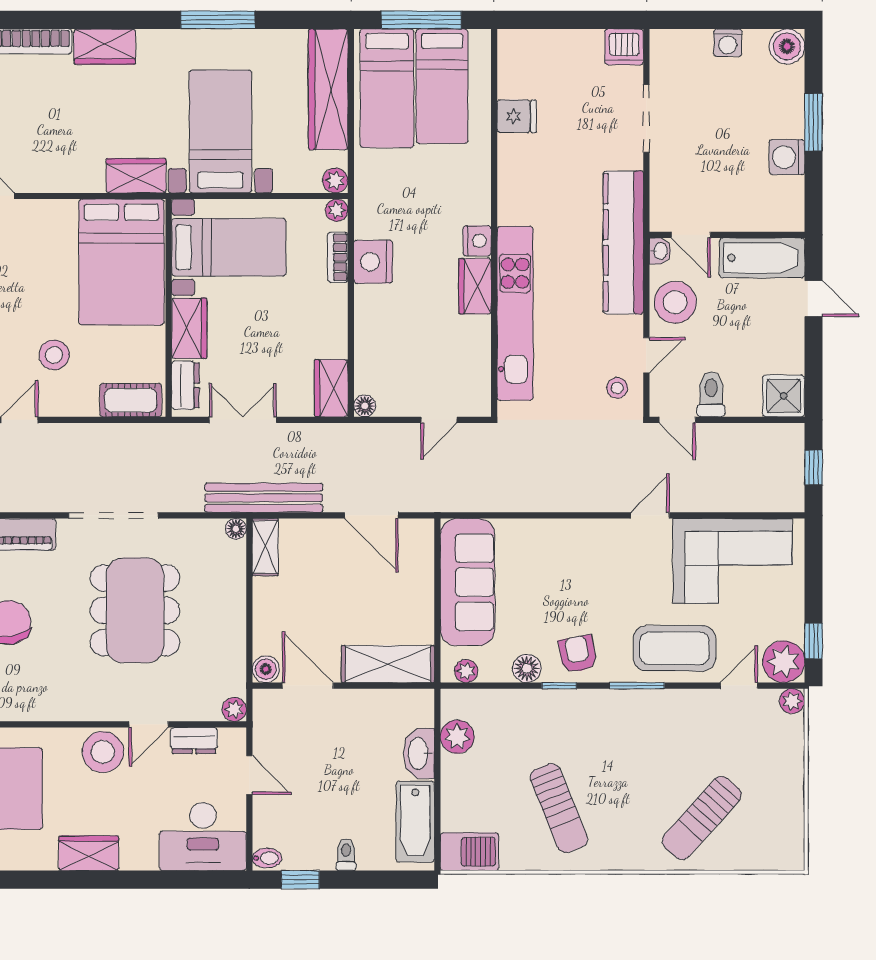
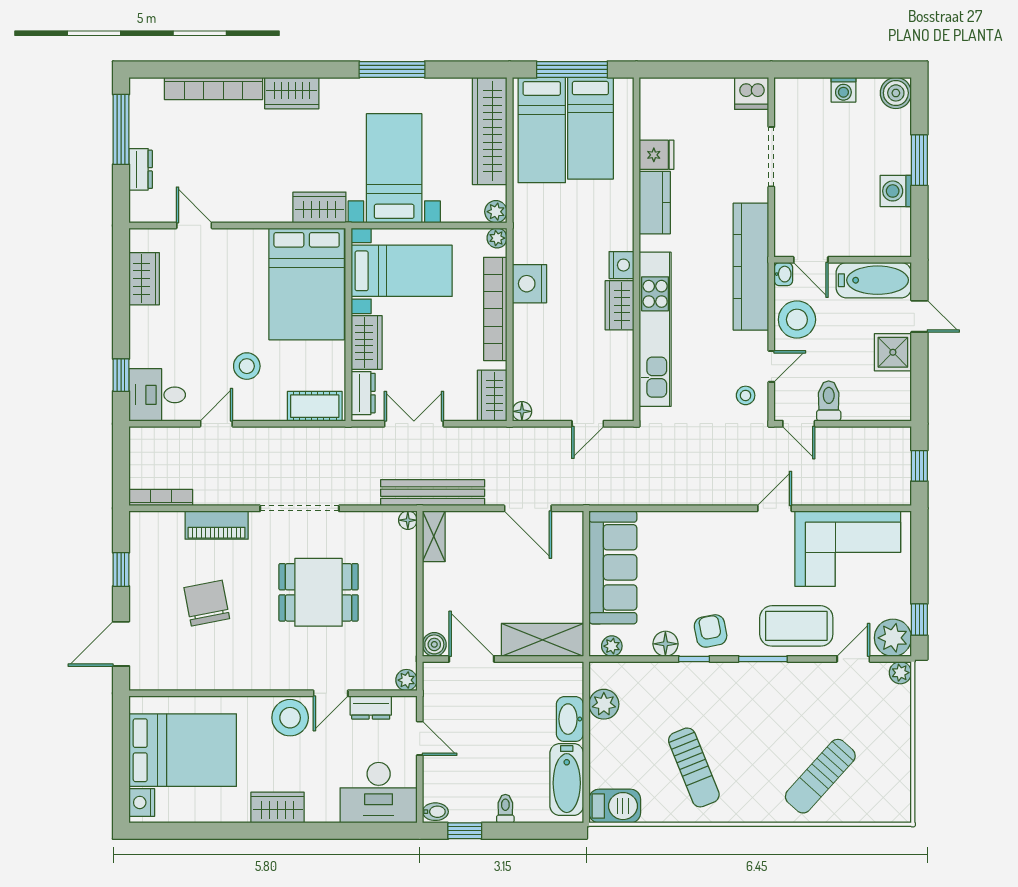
kitchen counter: (515, 170) -> (655, 203), added
bookcase: (338, 257) -> (495, 309), width x2.31, depth x1.31
shower: (784, 396) -> (893, 352), moved
dining table: (135, 610) -> (319, 592), width x0.73

